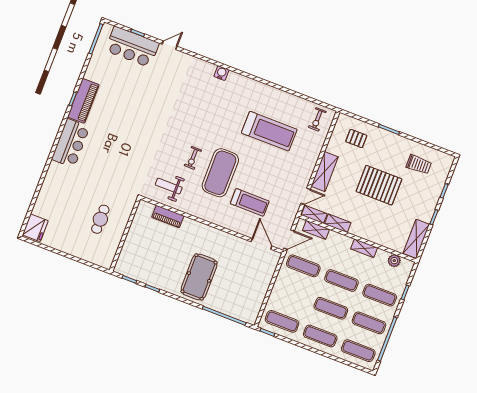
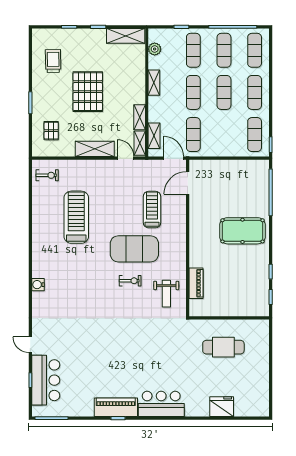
cafe table: (100, 219) -> (223, 347), width x1.37, depth x1.35
fridge: (35, 228) -> (222, 407), moved

